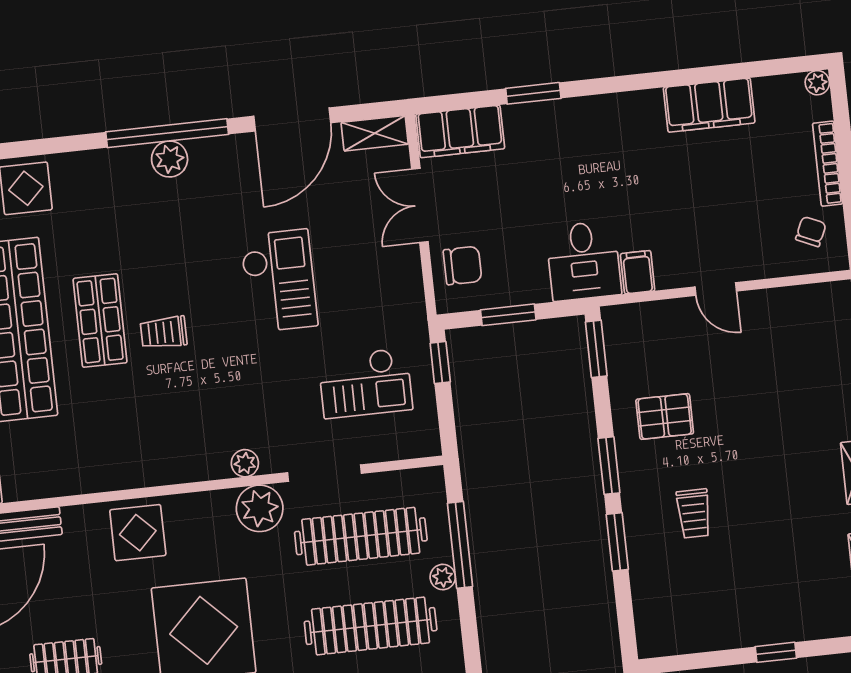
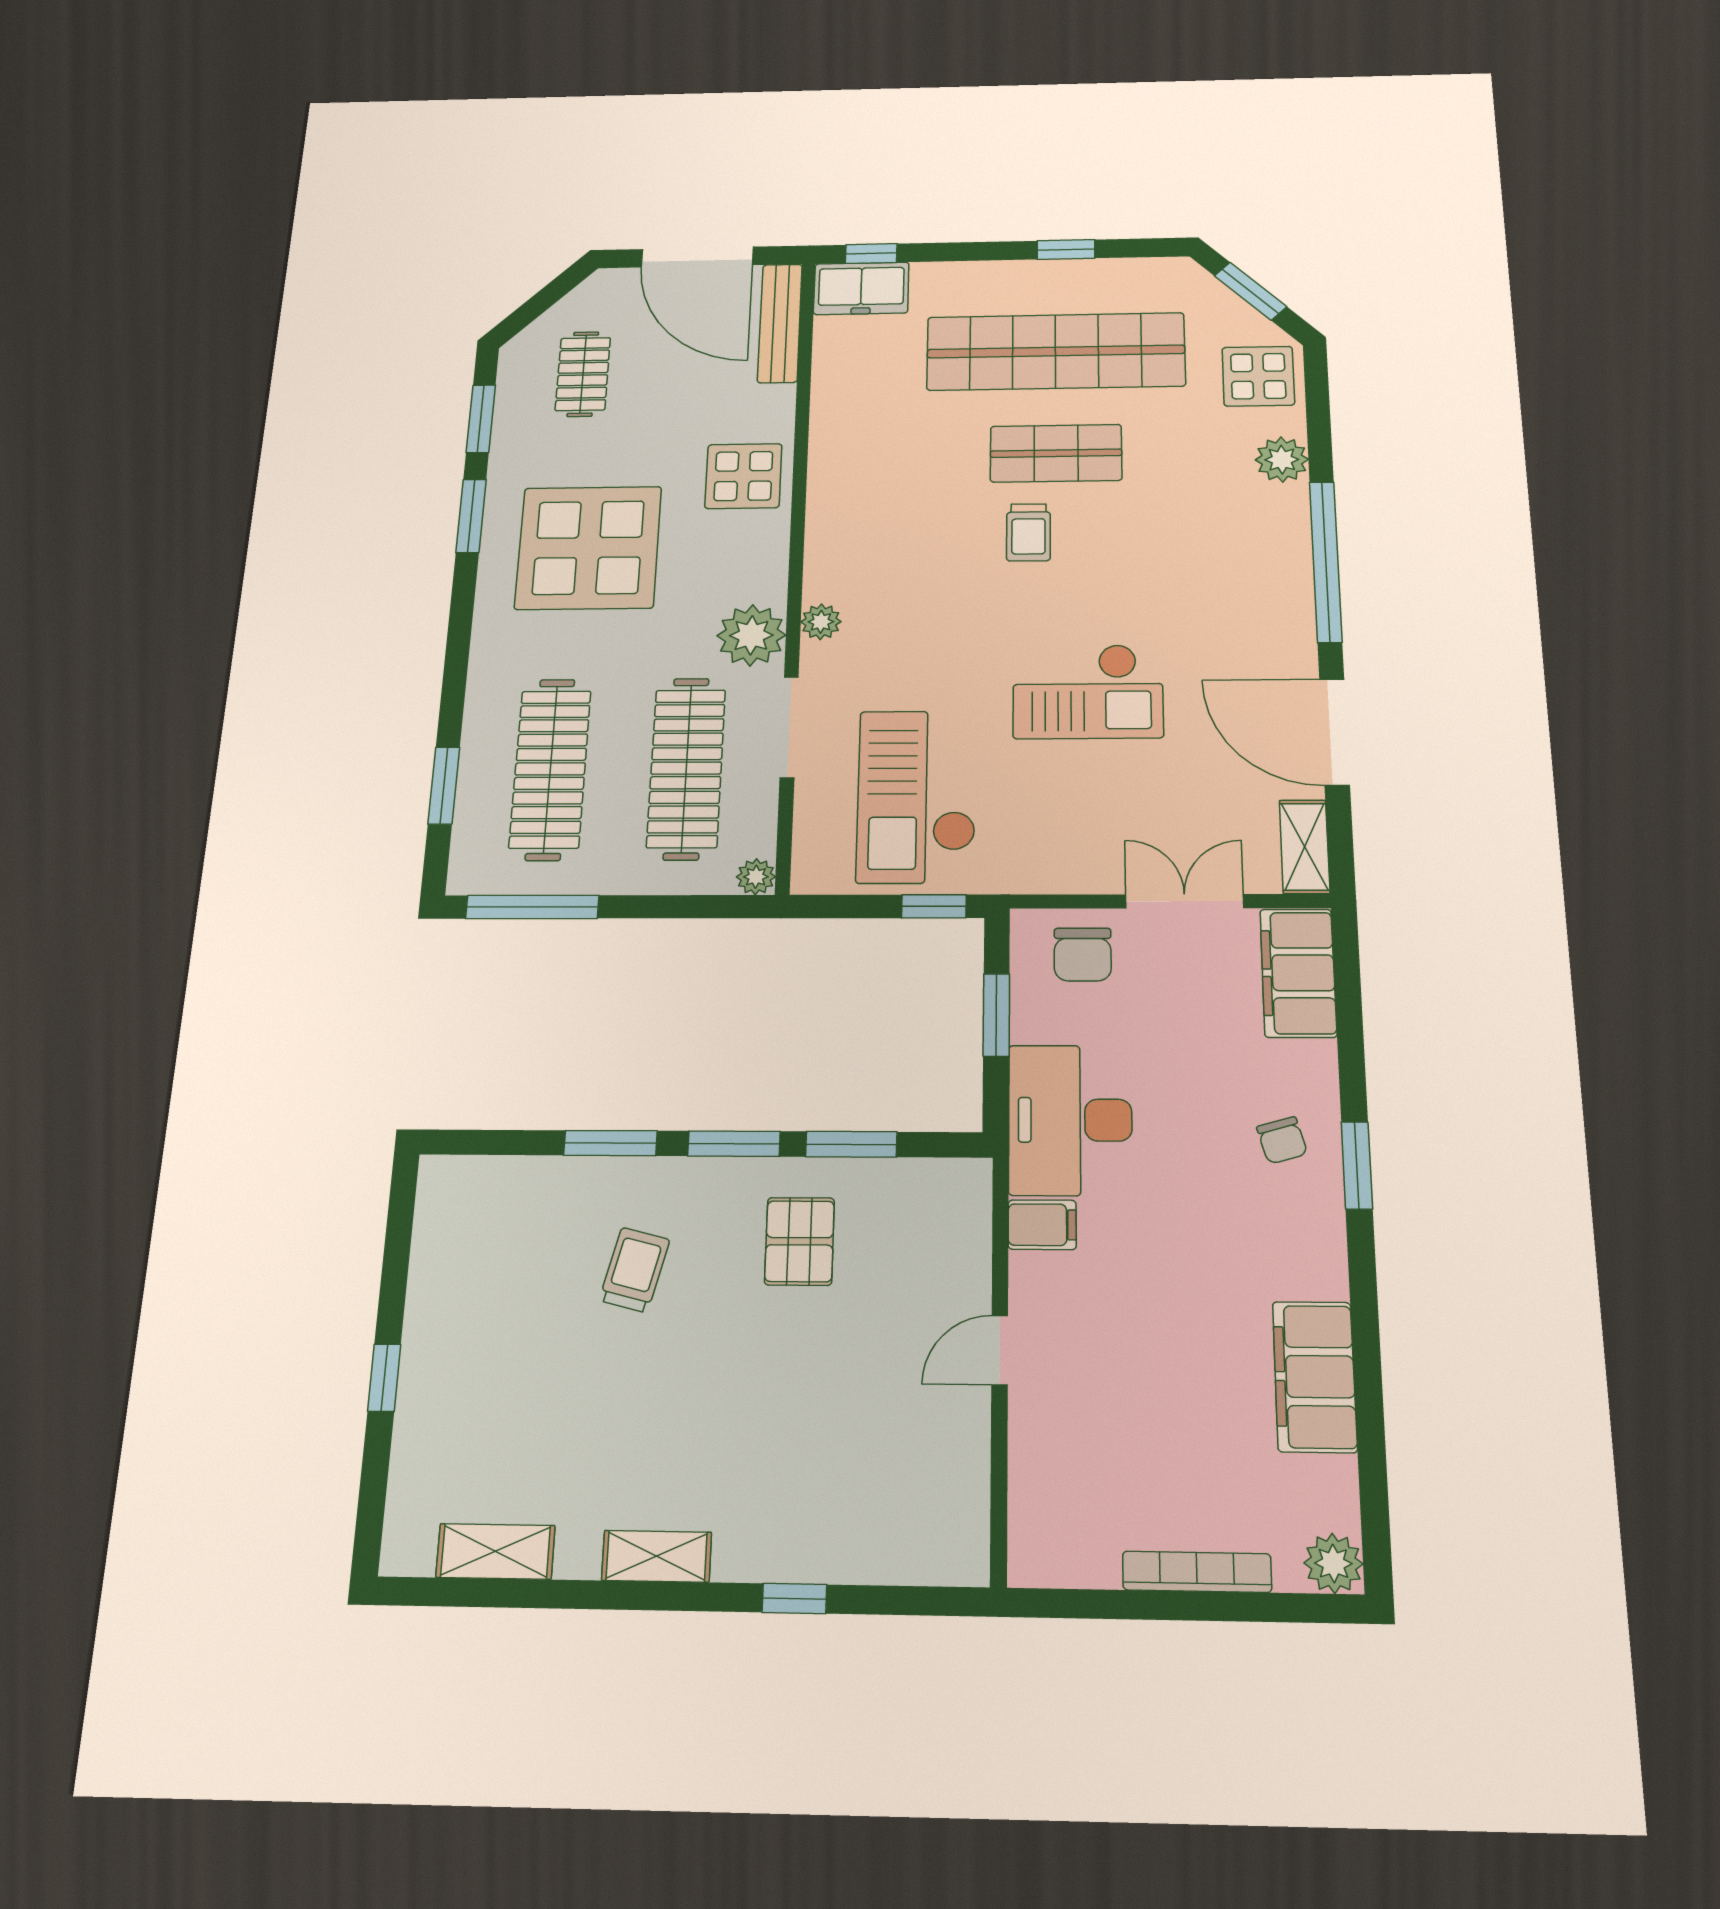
plant: (817, 83) -> (1333, 1563), width x1.38, depth x1.38
window: (533, 93) -> (1357, 1165), moved
plant: (170, 159) -> (1282, 460), moved
chair: (811, 232) -> (1282, 1140), moved, turned 50
desk: (584, 261) -> (1070, 1120), width x1.37
trolley: (164, 332) -> (1028, 532), turned 180
window: (596, 349) -> (851, 1144), moved
checkout: (365, 383) -> (917, 796), width x1.36, depth x1.21
trolley: (694, 513) -> (634, 1270), turned 104
window: (460, 545) -> (532, 907), moved
plant: (443, 577) -> (756, 877), moved

